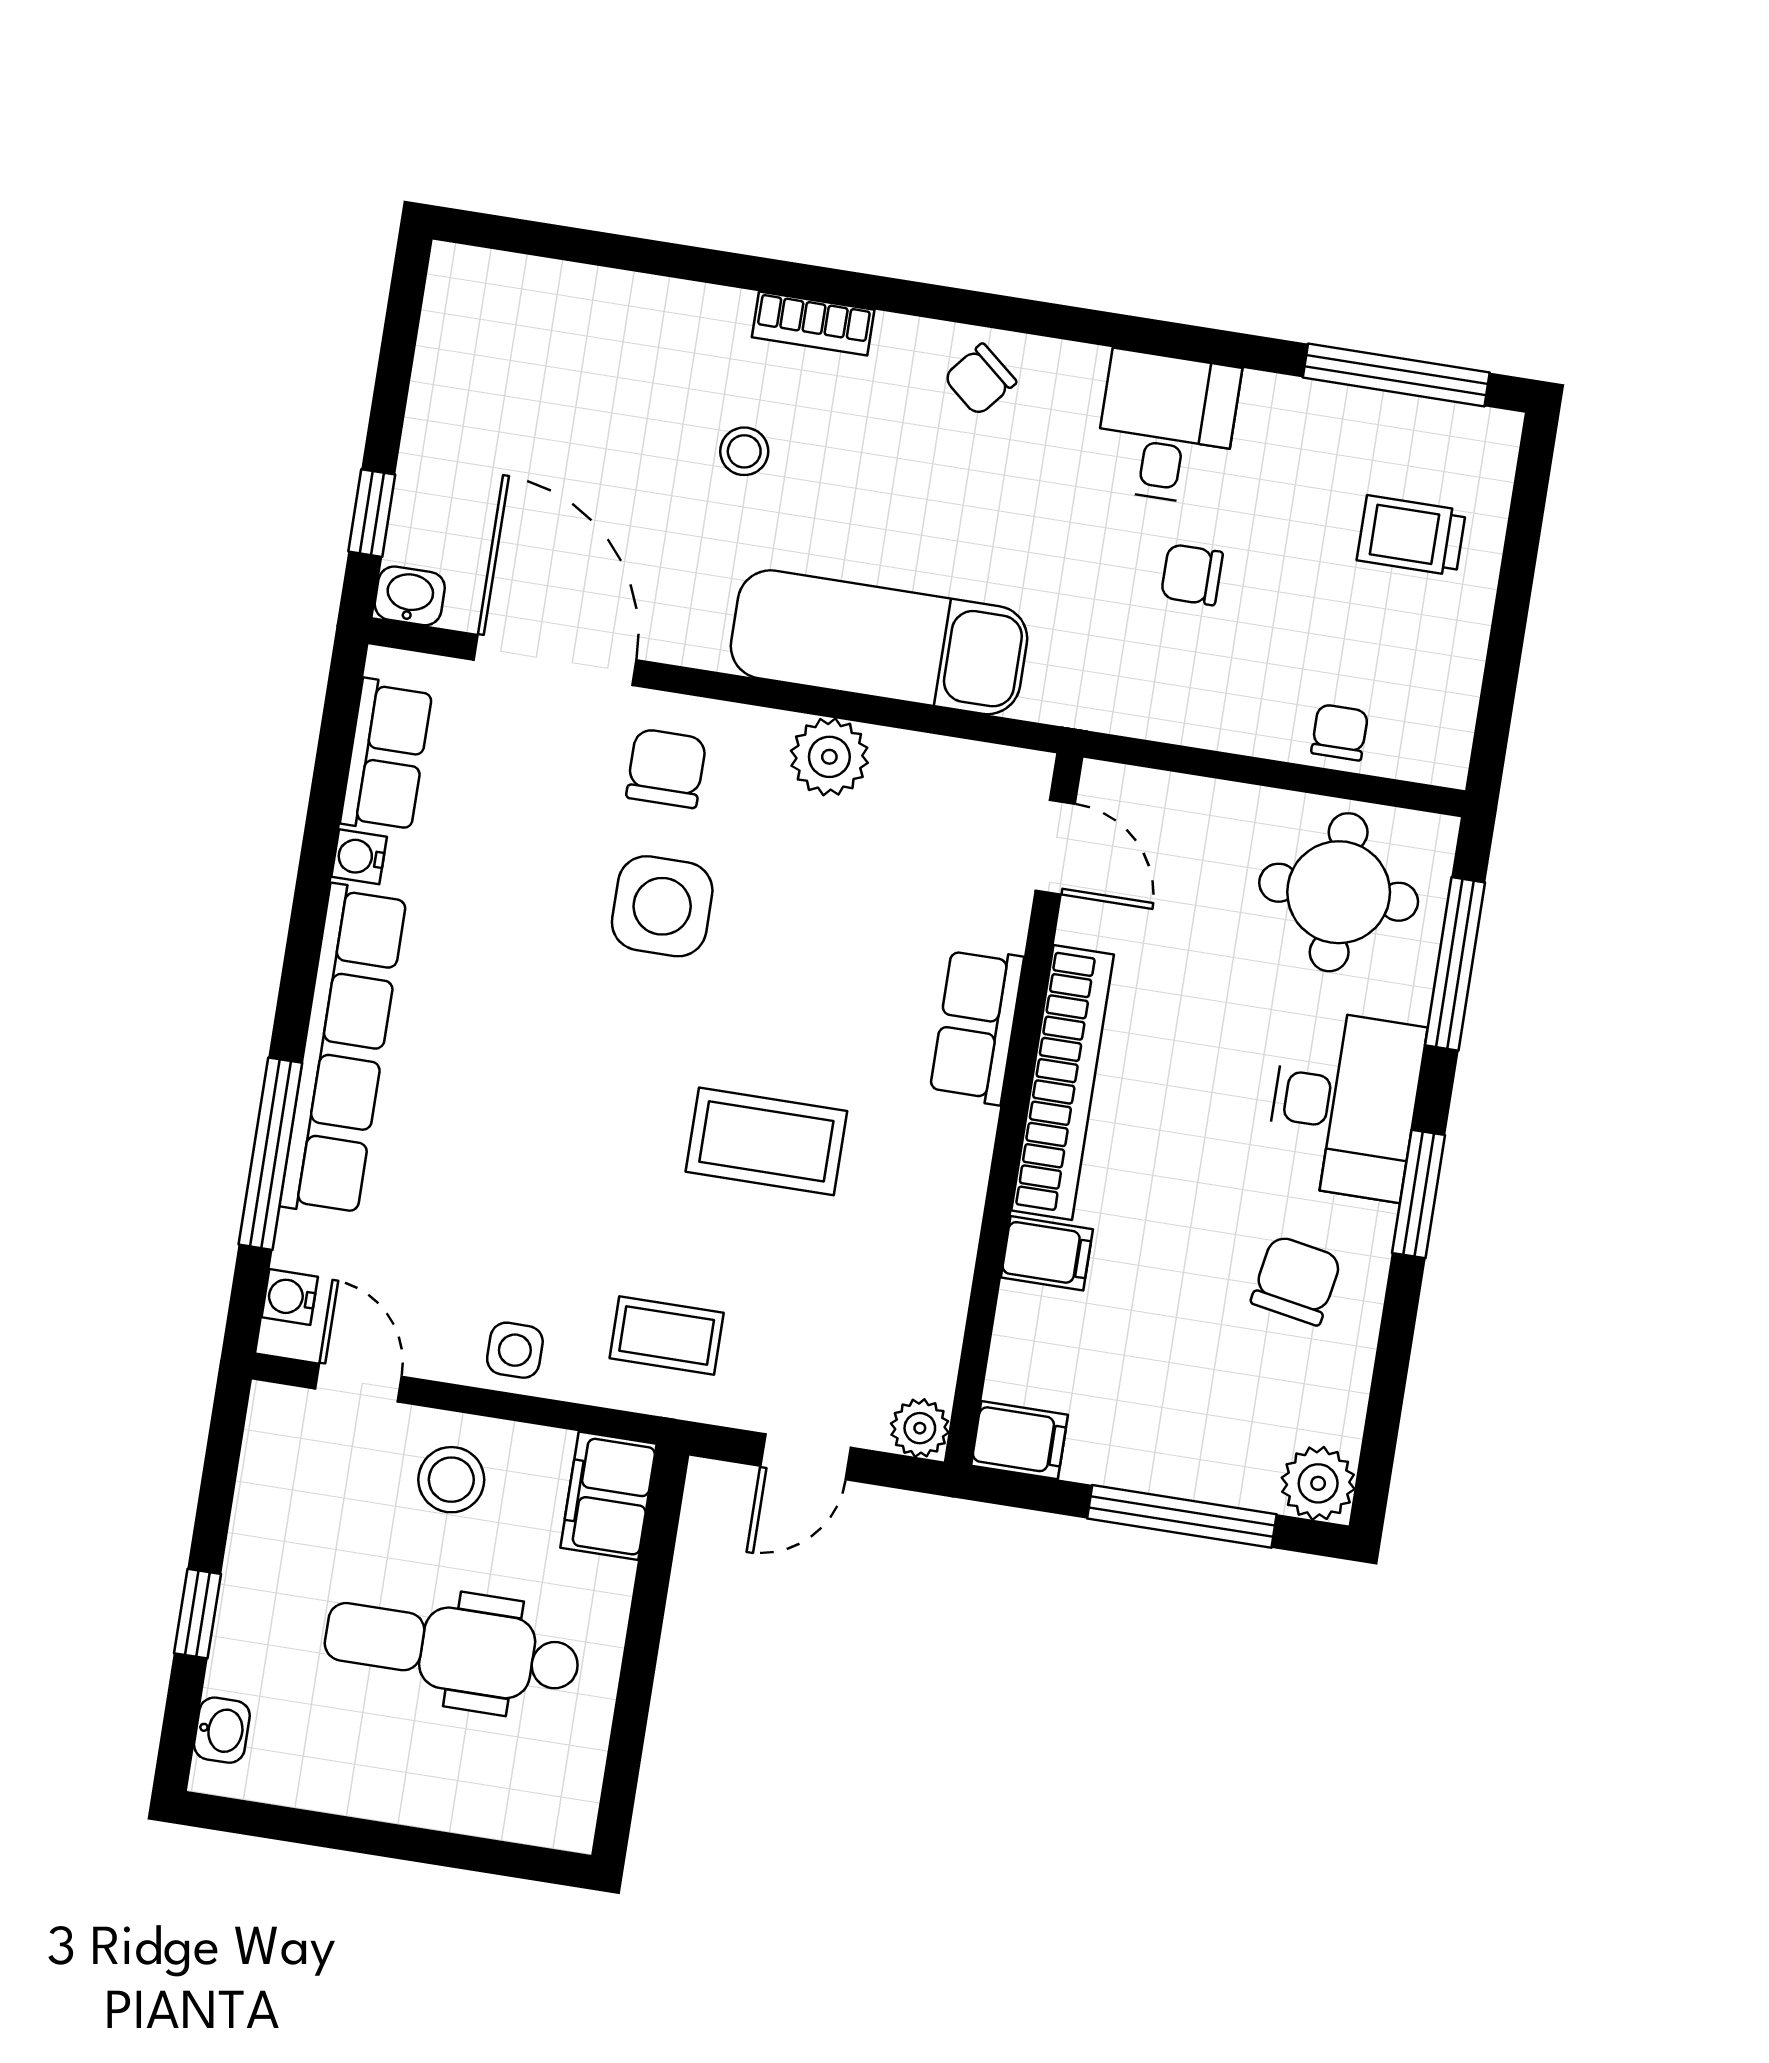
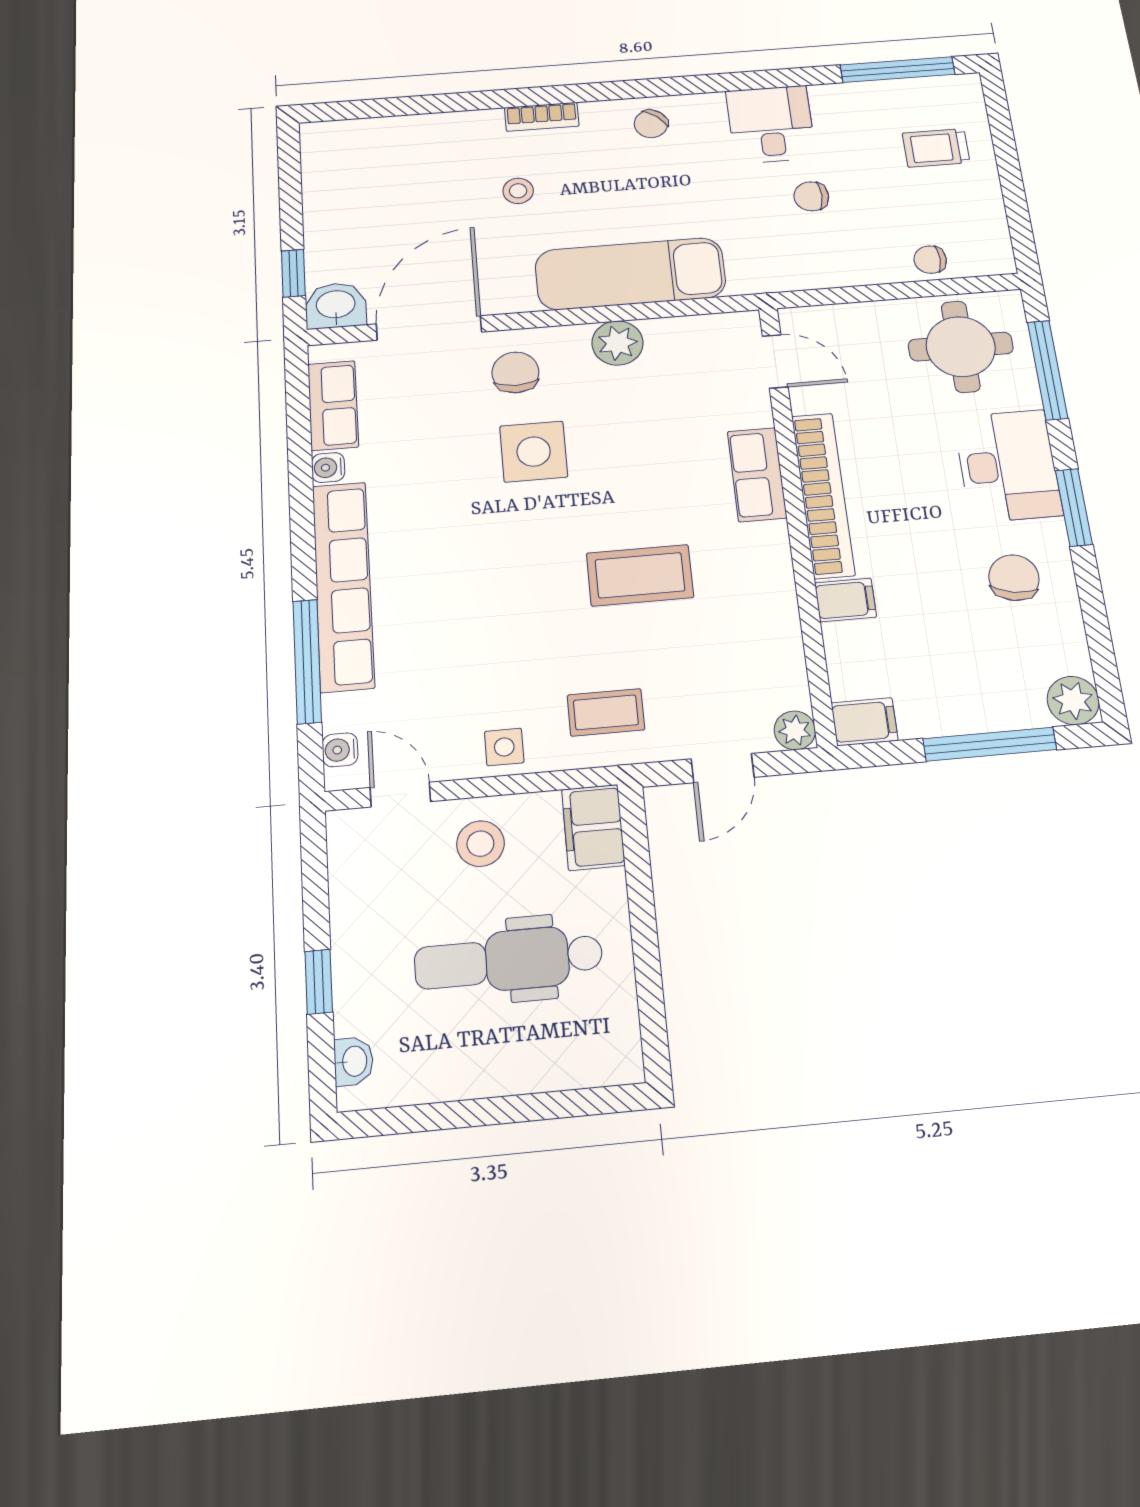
washbasin: (410, 596) -> (336, 305), width x1.38, depth x1.45
door: (555, 660) -> (429, 328), hinge flipped
chair: (1340, 732) -> (930, 260), turned -90

